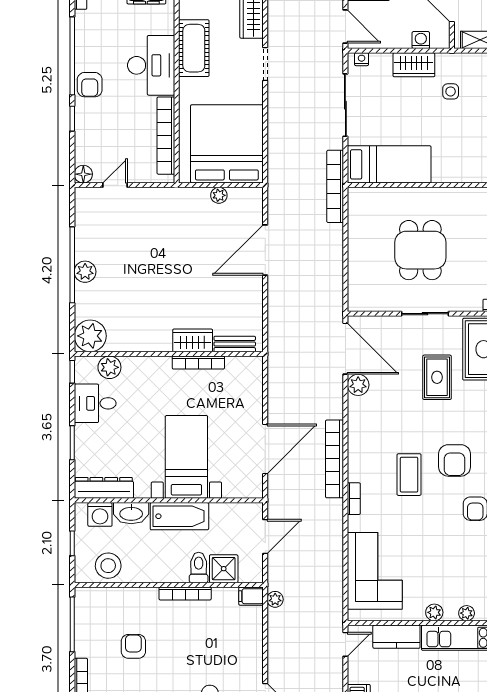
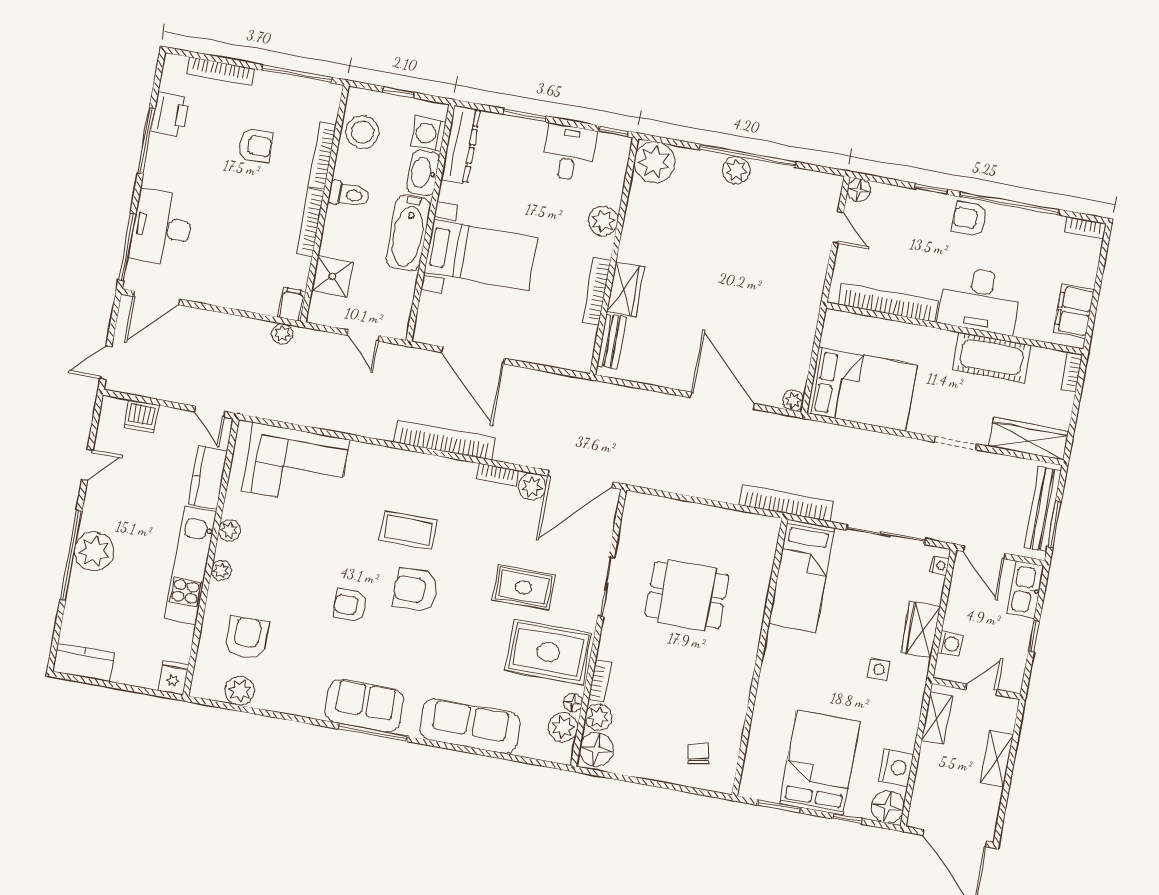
door: (345, 26) -> (984, 552), hinge flipped
bed: (227, 144) -> (862, 389), width x0.73
plant: (219, 195) -> (793, 401), moved
plant: (109, 367) -> (603, 221), moved
bookcase: (354, 499) -> (498, 475), moved
door: (265, 537) -> (363, 335), width x0.73
toilet: (199, 567) -> (349, 195), moved
bookcase: (132, 593) -> (322, 156), added

